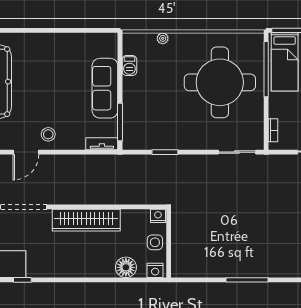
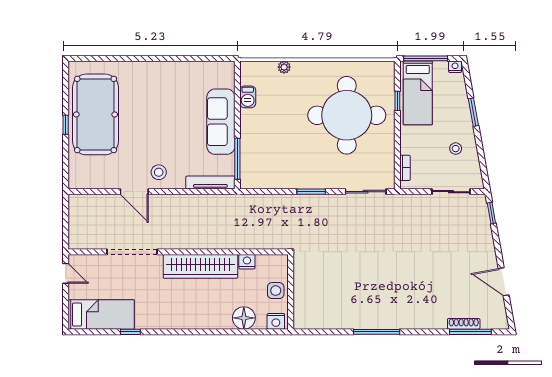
window: (266, 69) -> (397, 101), width x0.32
tv unit: (102, 144) -> (210, 183), width x1.41
door: (26, 152) -> (134, 192), hinge flipped
window: (165, 152) -> (311, 192), moved
nightstand: (158, 216) -> (247, 262), moved

